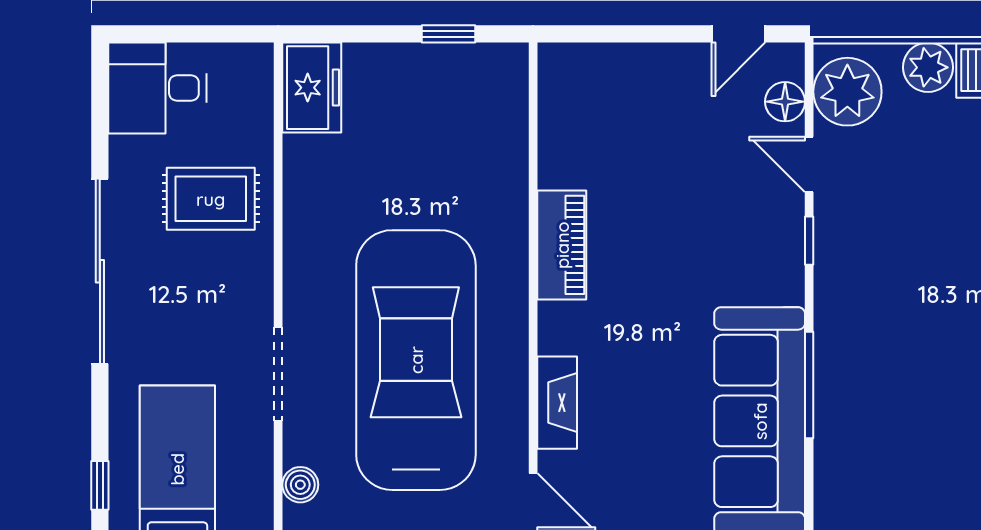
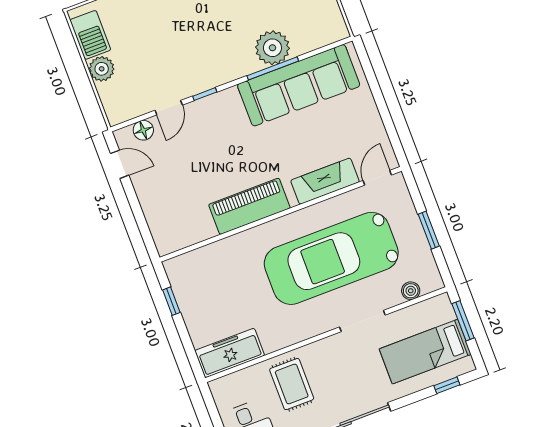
freezer: (312, 88) -> (230, 353), width x1.40
plant: (847, 92) -> (272, 48), moved
piano: (562, 245) -> (249, 206), width x1.37, depth x1.33
fireplace: (557, 403) -> (325, 181), width x1.37, depth x1.32

